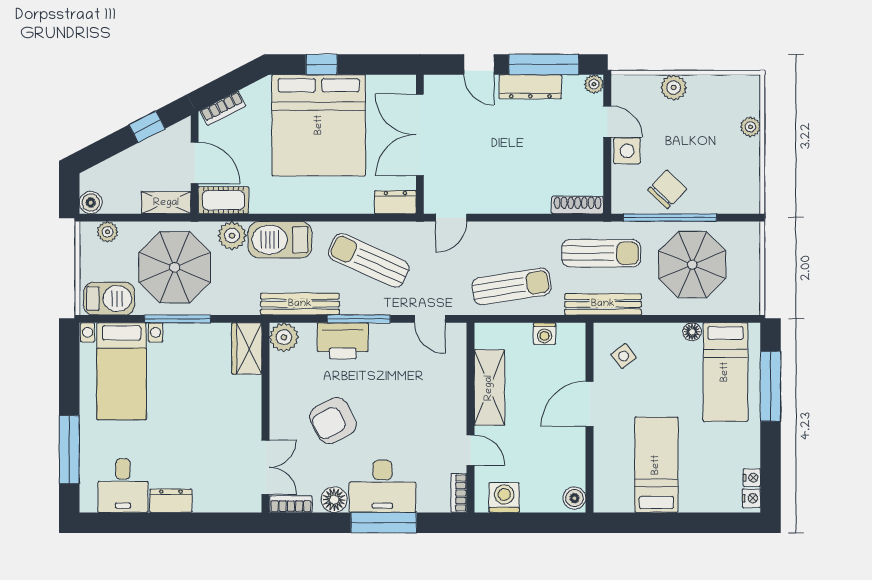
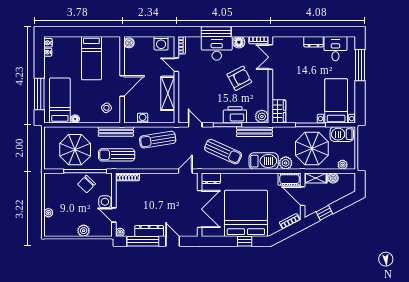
boiler: (91, 203) -> (333, 178), moved

